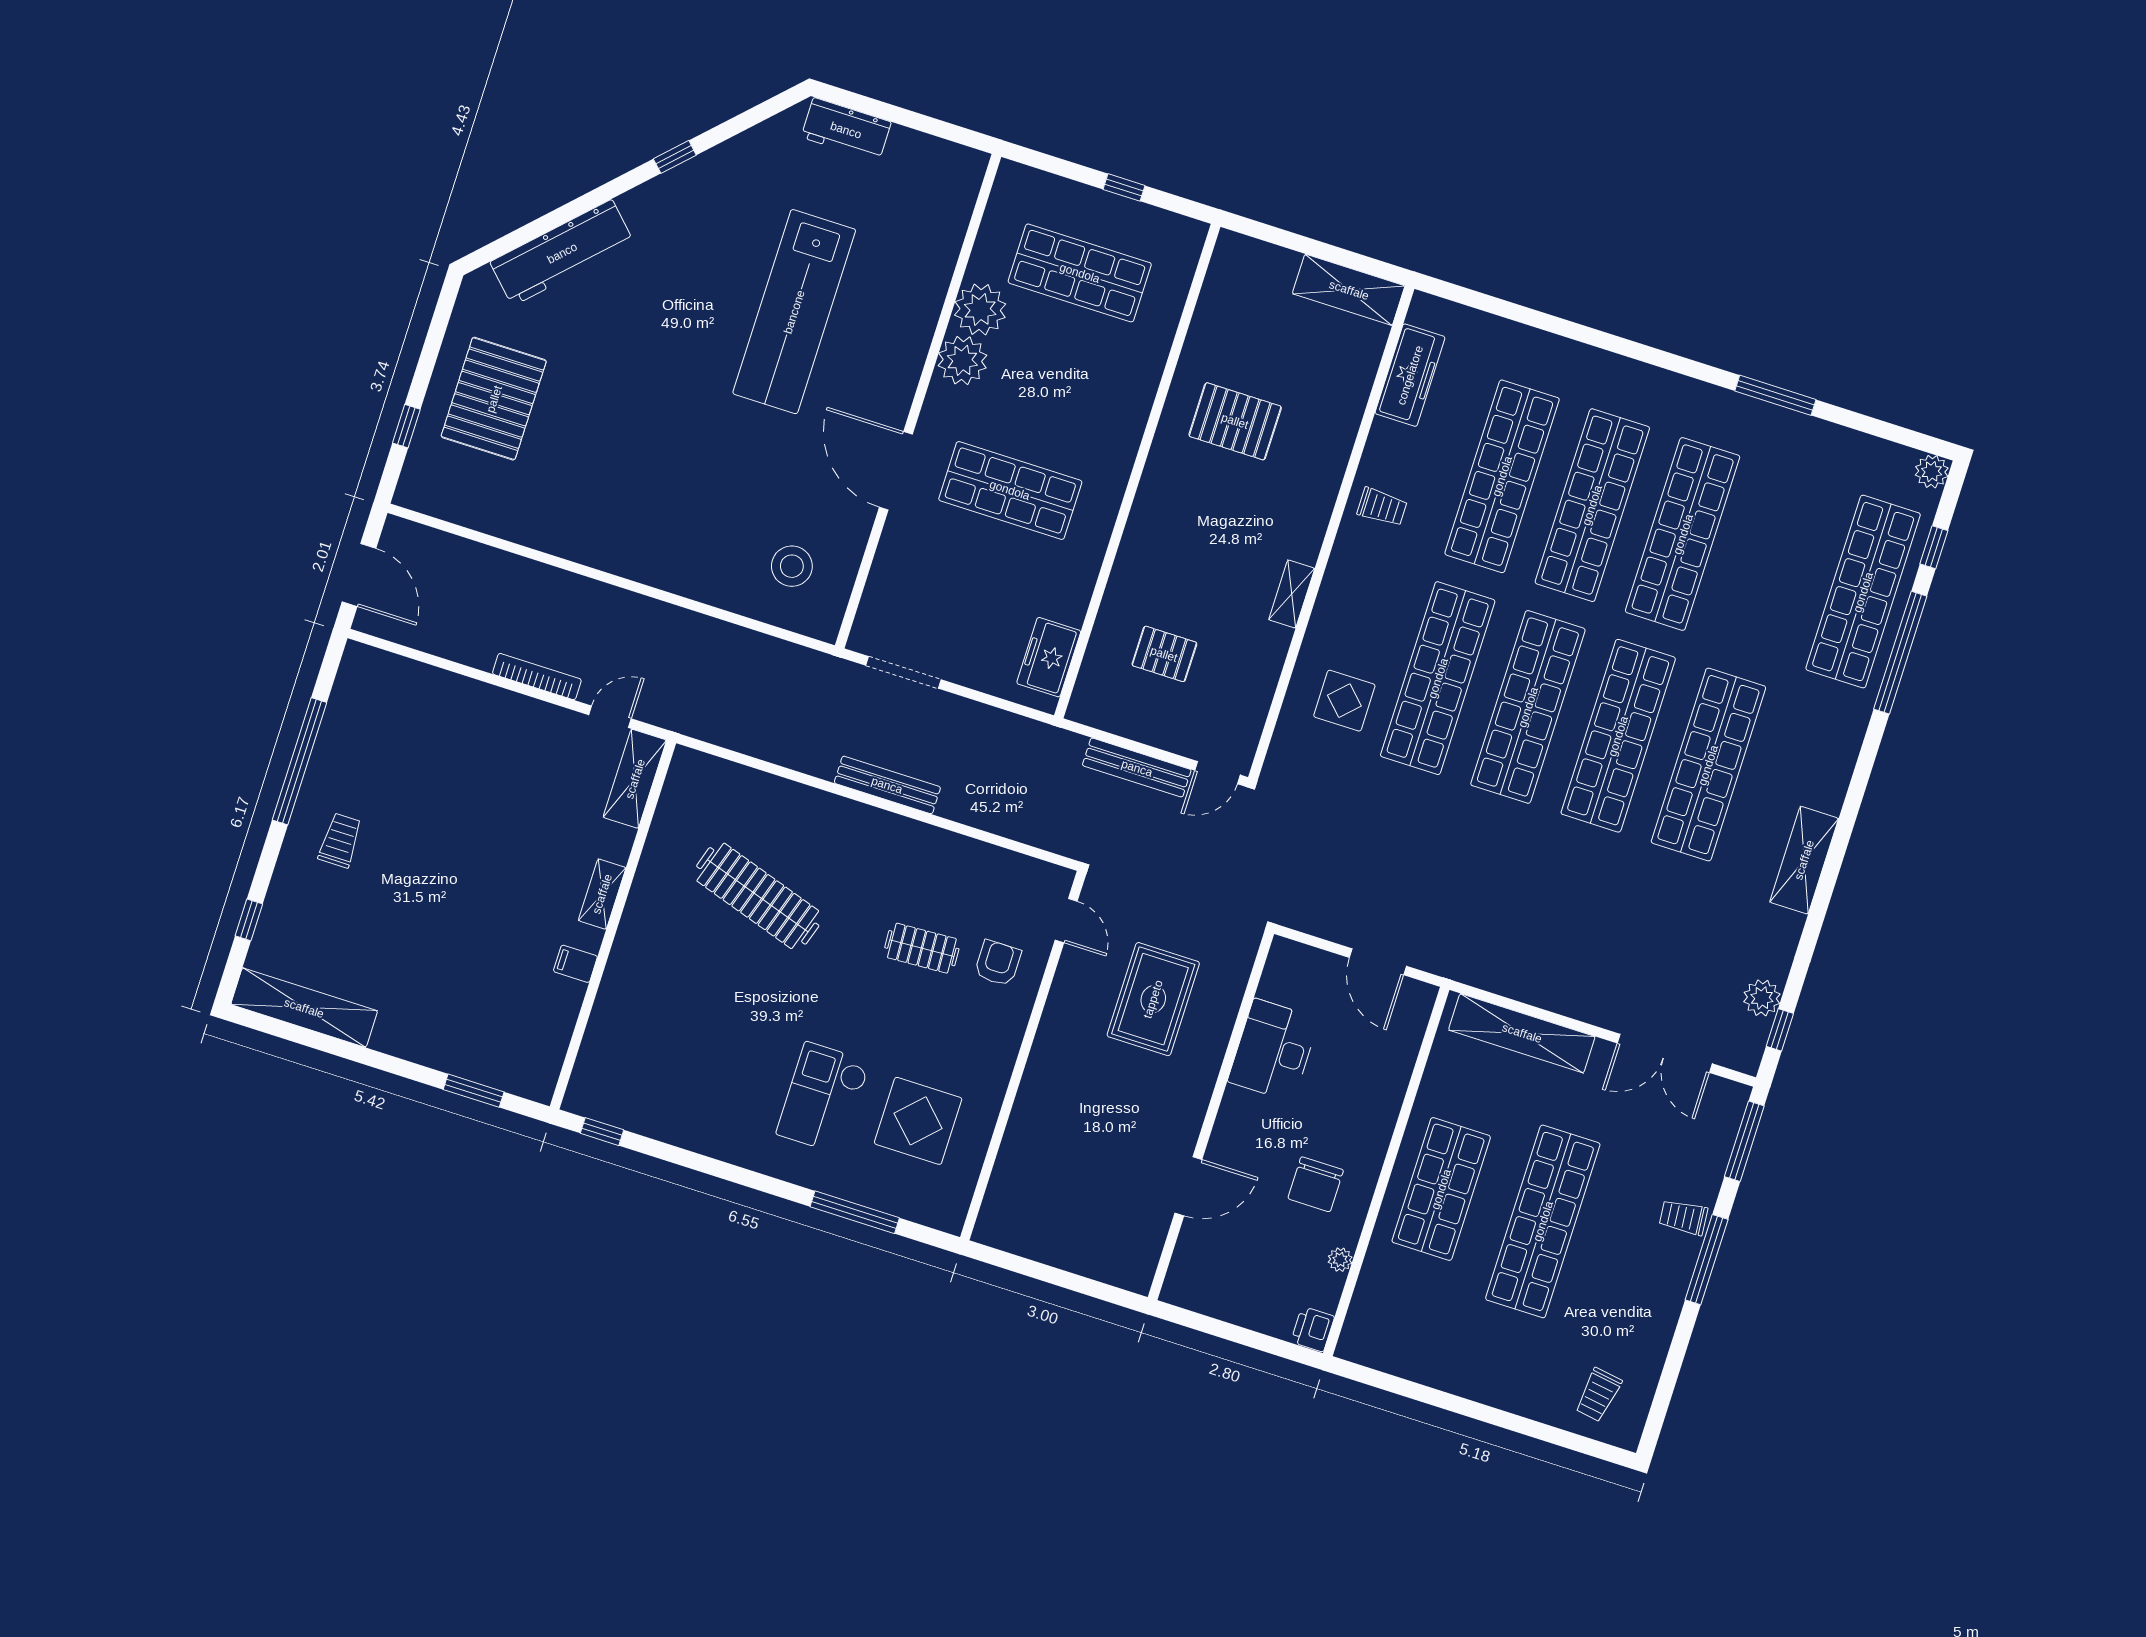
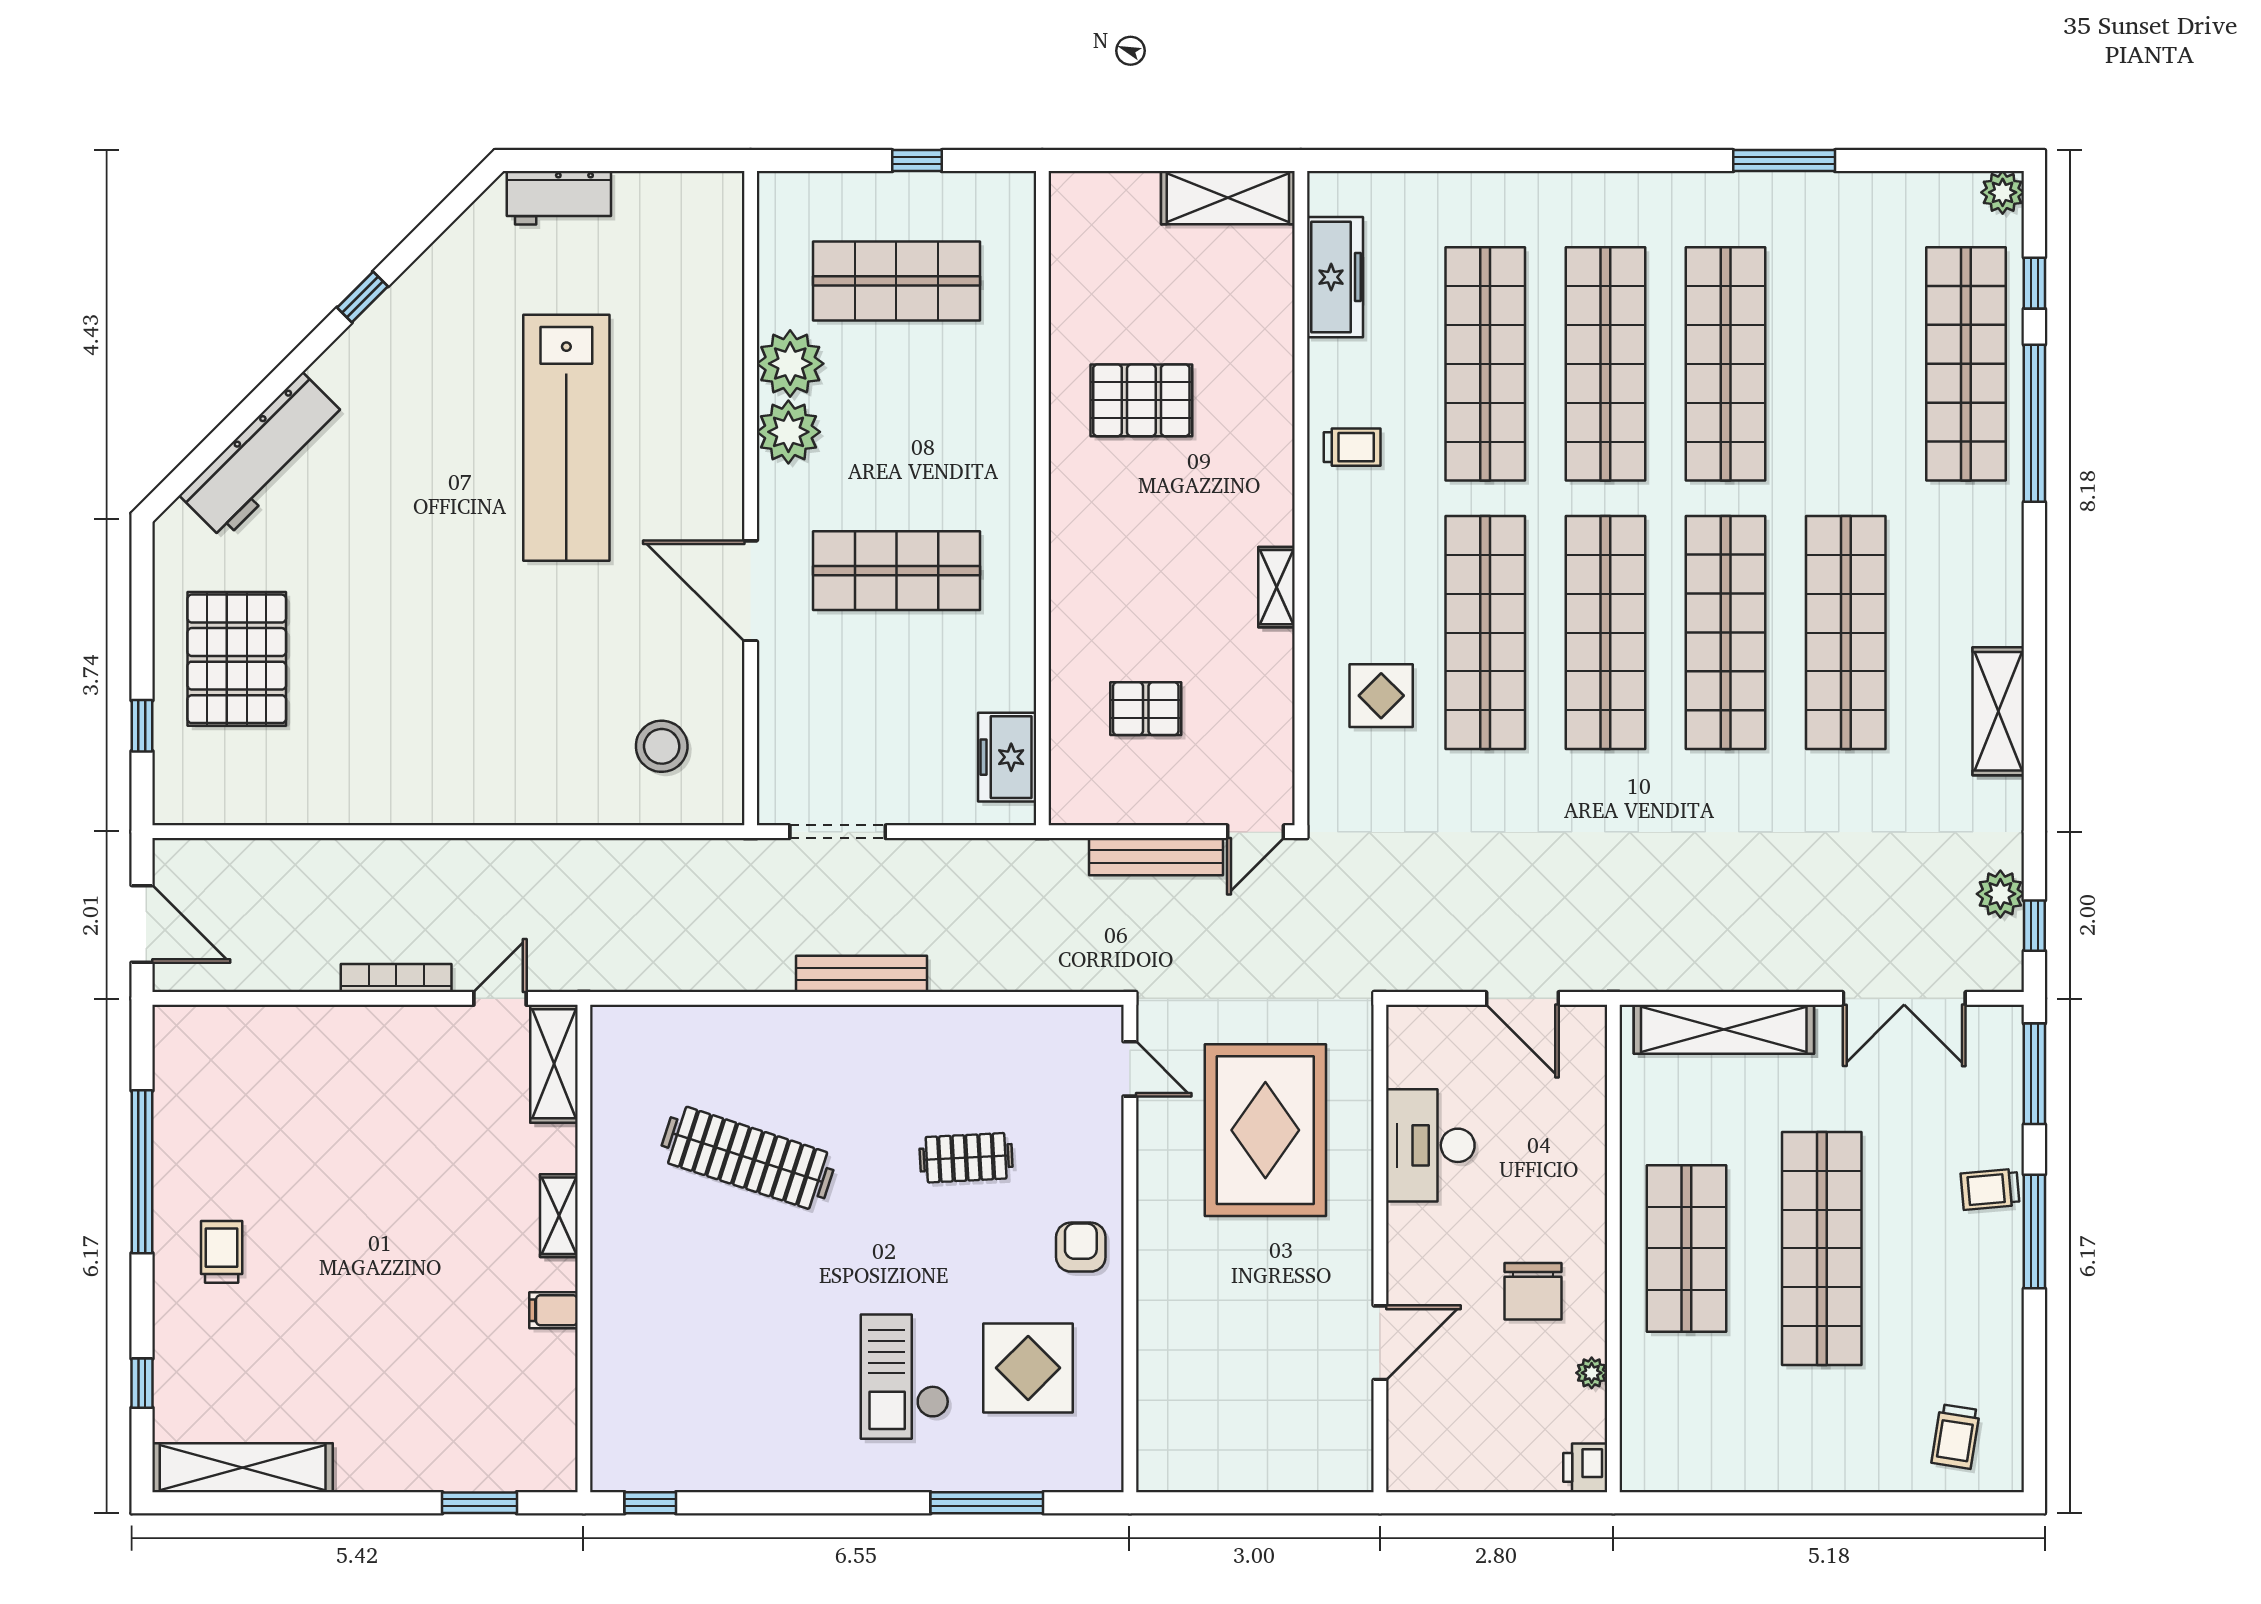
armchair: (998, 963) -> (1081, 1247), moved
rug: (1153, 999) -> (1265, 1130), width x1.37, depth x1.44

